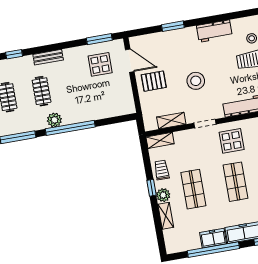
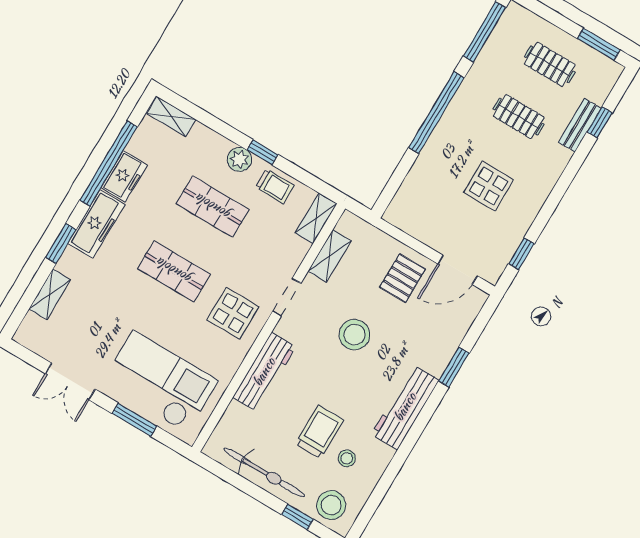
workbench: (214, 31) -> (405, 407), width x1.38
window: (99, 39) -> (521, 254), width x0.67
bench: (48, 57) -> (580, 125), moved
display table: (100, 64) -> (489, 186), moved
plant: (54, 120) -> (465, 101), removed
shelving: (166, 216) -> (171, 117), moved

